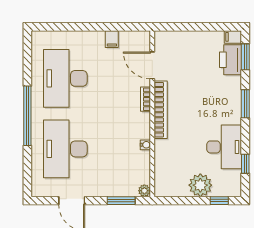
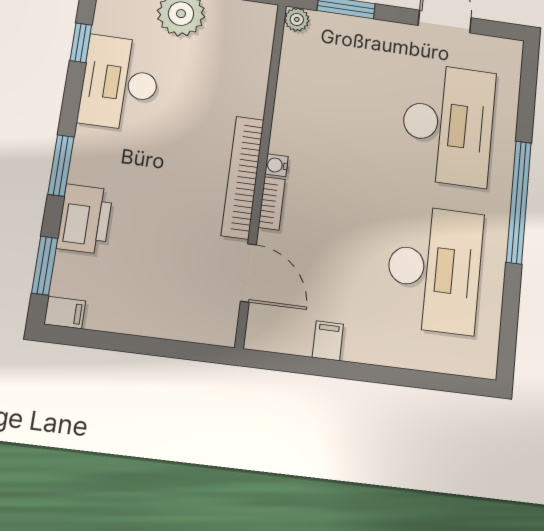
printer: (231, 60) -> (85, 219), moved
water cooler: (145, 145) -> (277, 165), moved

